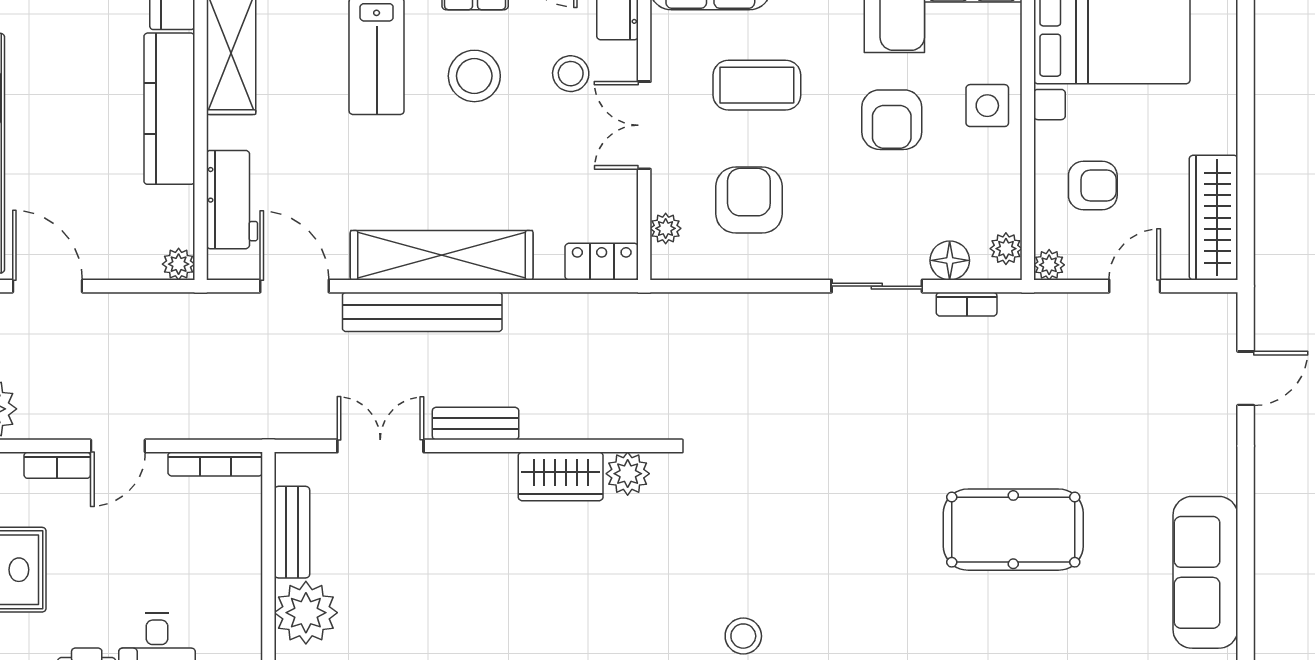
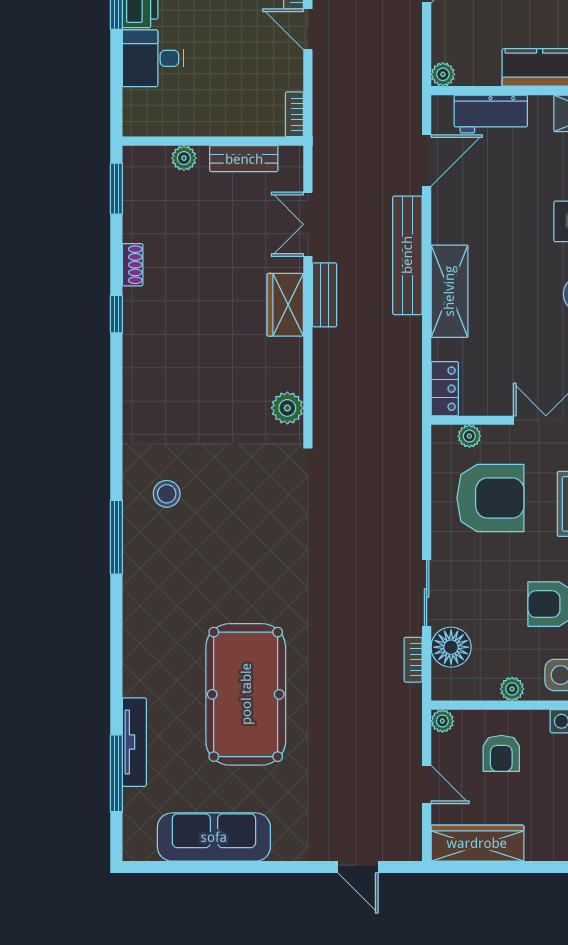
armchair: (749, 200) -> (490, 498), width x1.36, depth x1.36
plant: (1006, 249) -> (512, 689), moved
shelving: (442, 255) -> (449, 291), width x0.68
floor lamp: (950, 260) -> (451, 647), width x1.38, depth x1.38
double door: (380, 446) -> (308, 224), swing flipped
bookcase: (215, 464) -> (294, 114), width x0.64
wardrobe: (561, 476) -> (285, 305), moved
pool table: (1013, 530) -> (246, 694), width x1.36, depth x1.32
plant: (306, 613) -> (184, 158), width x0.53, depth x0.53

